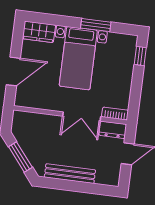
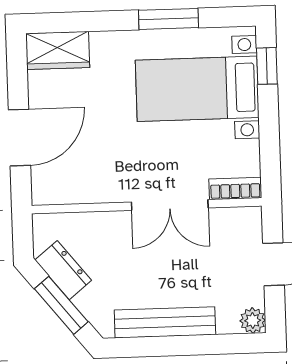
bed with nightstands: (78, 58) -> (197, 89), moved, turned 90
dresser: (113, 130) -> (63, 270), moved, turned -129
plant: (113, 180) -> (253, 321), added

